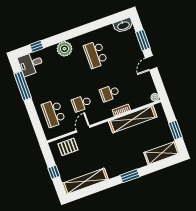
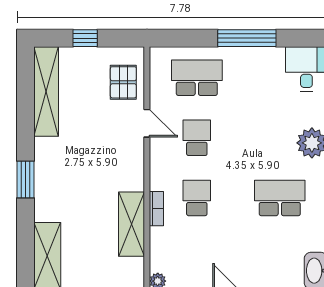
window: (23, 86) -> (247, 38), moved
shelving: (133, 119) -> (132, 224), width x0.68

